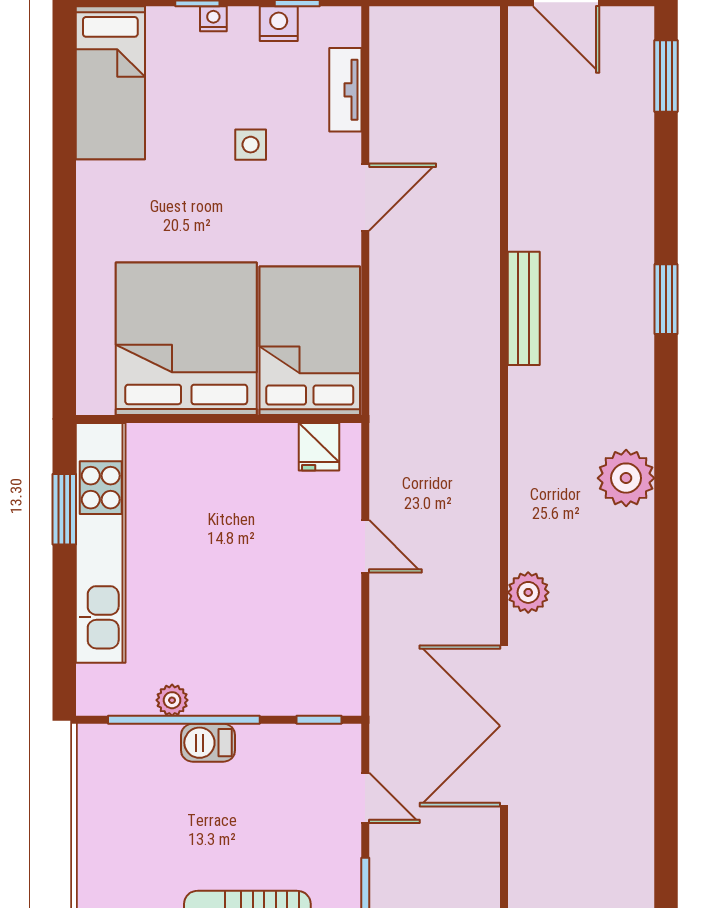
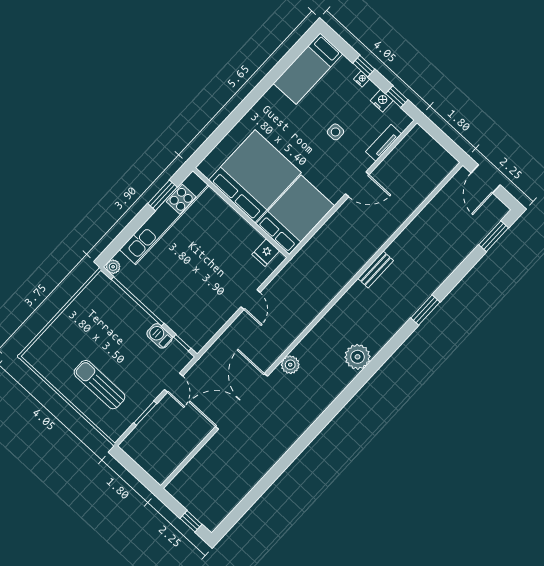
bench: (524, 308) -> (376, 270), width x0.73
plant: (172, 700) -> (113, 267), moved
barbecue: (208, 743) -> (160, 336), moved

